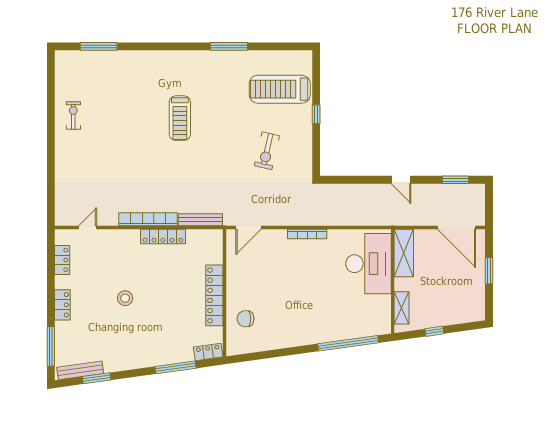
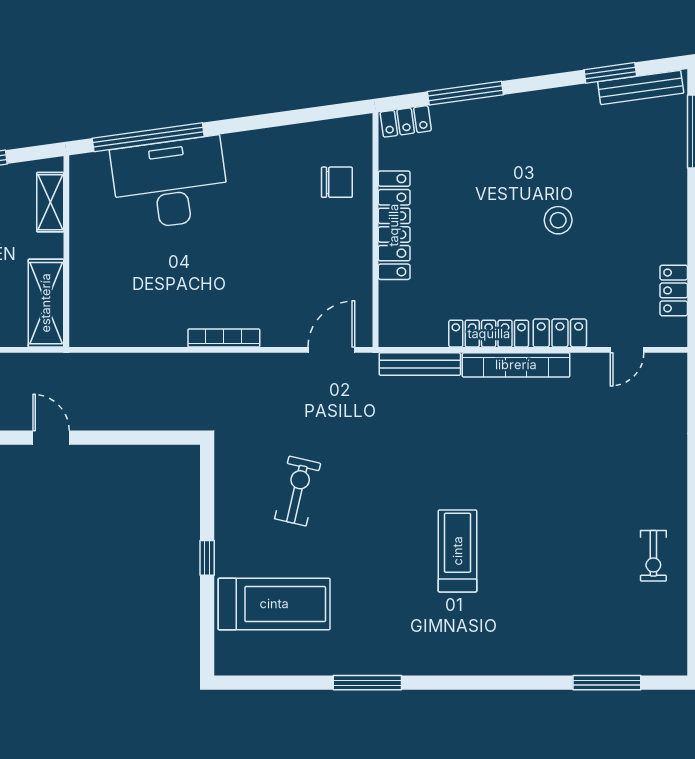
desk: (369, 264) -> (170, 183), moved, turned 82
locker: (62, 305) -> (560, 333), moved, turned 90

